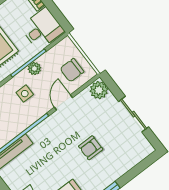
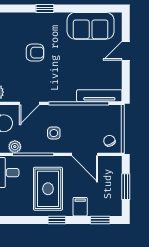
plant: (34, 69) -> (15, 147), moved

